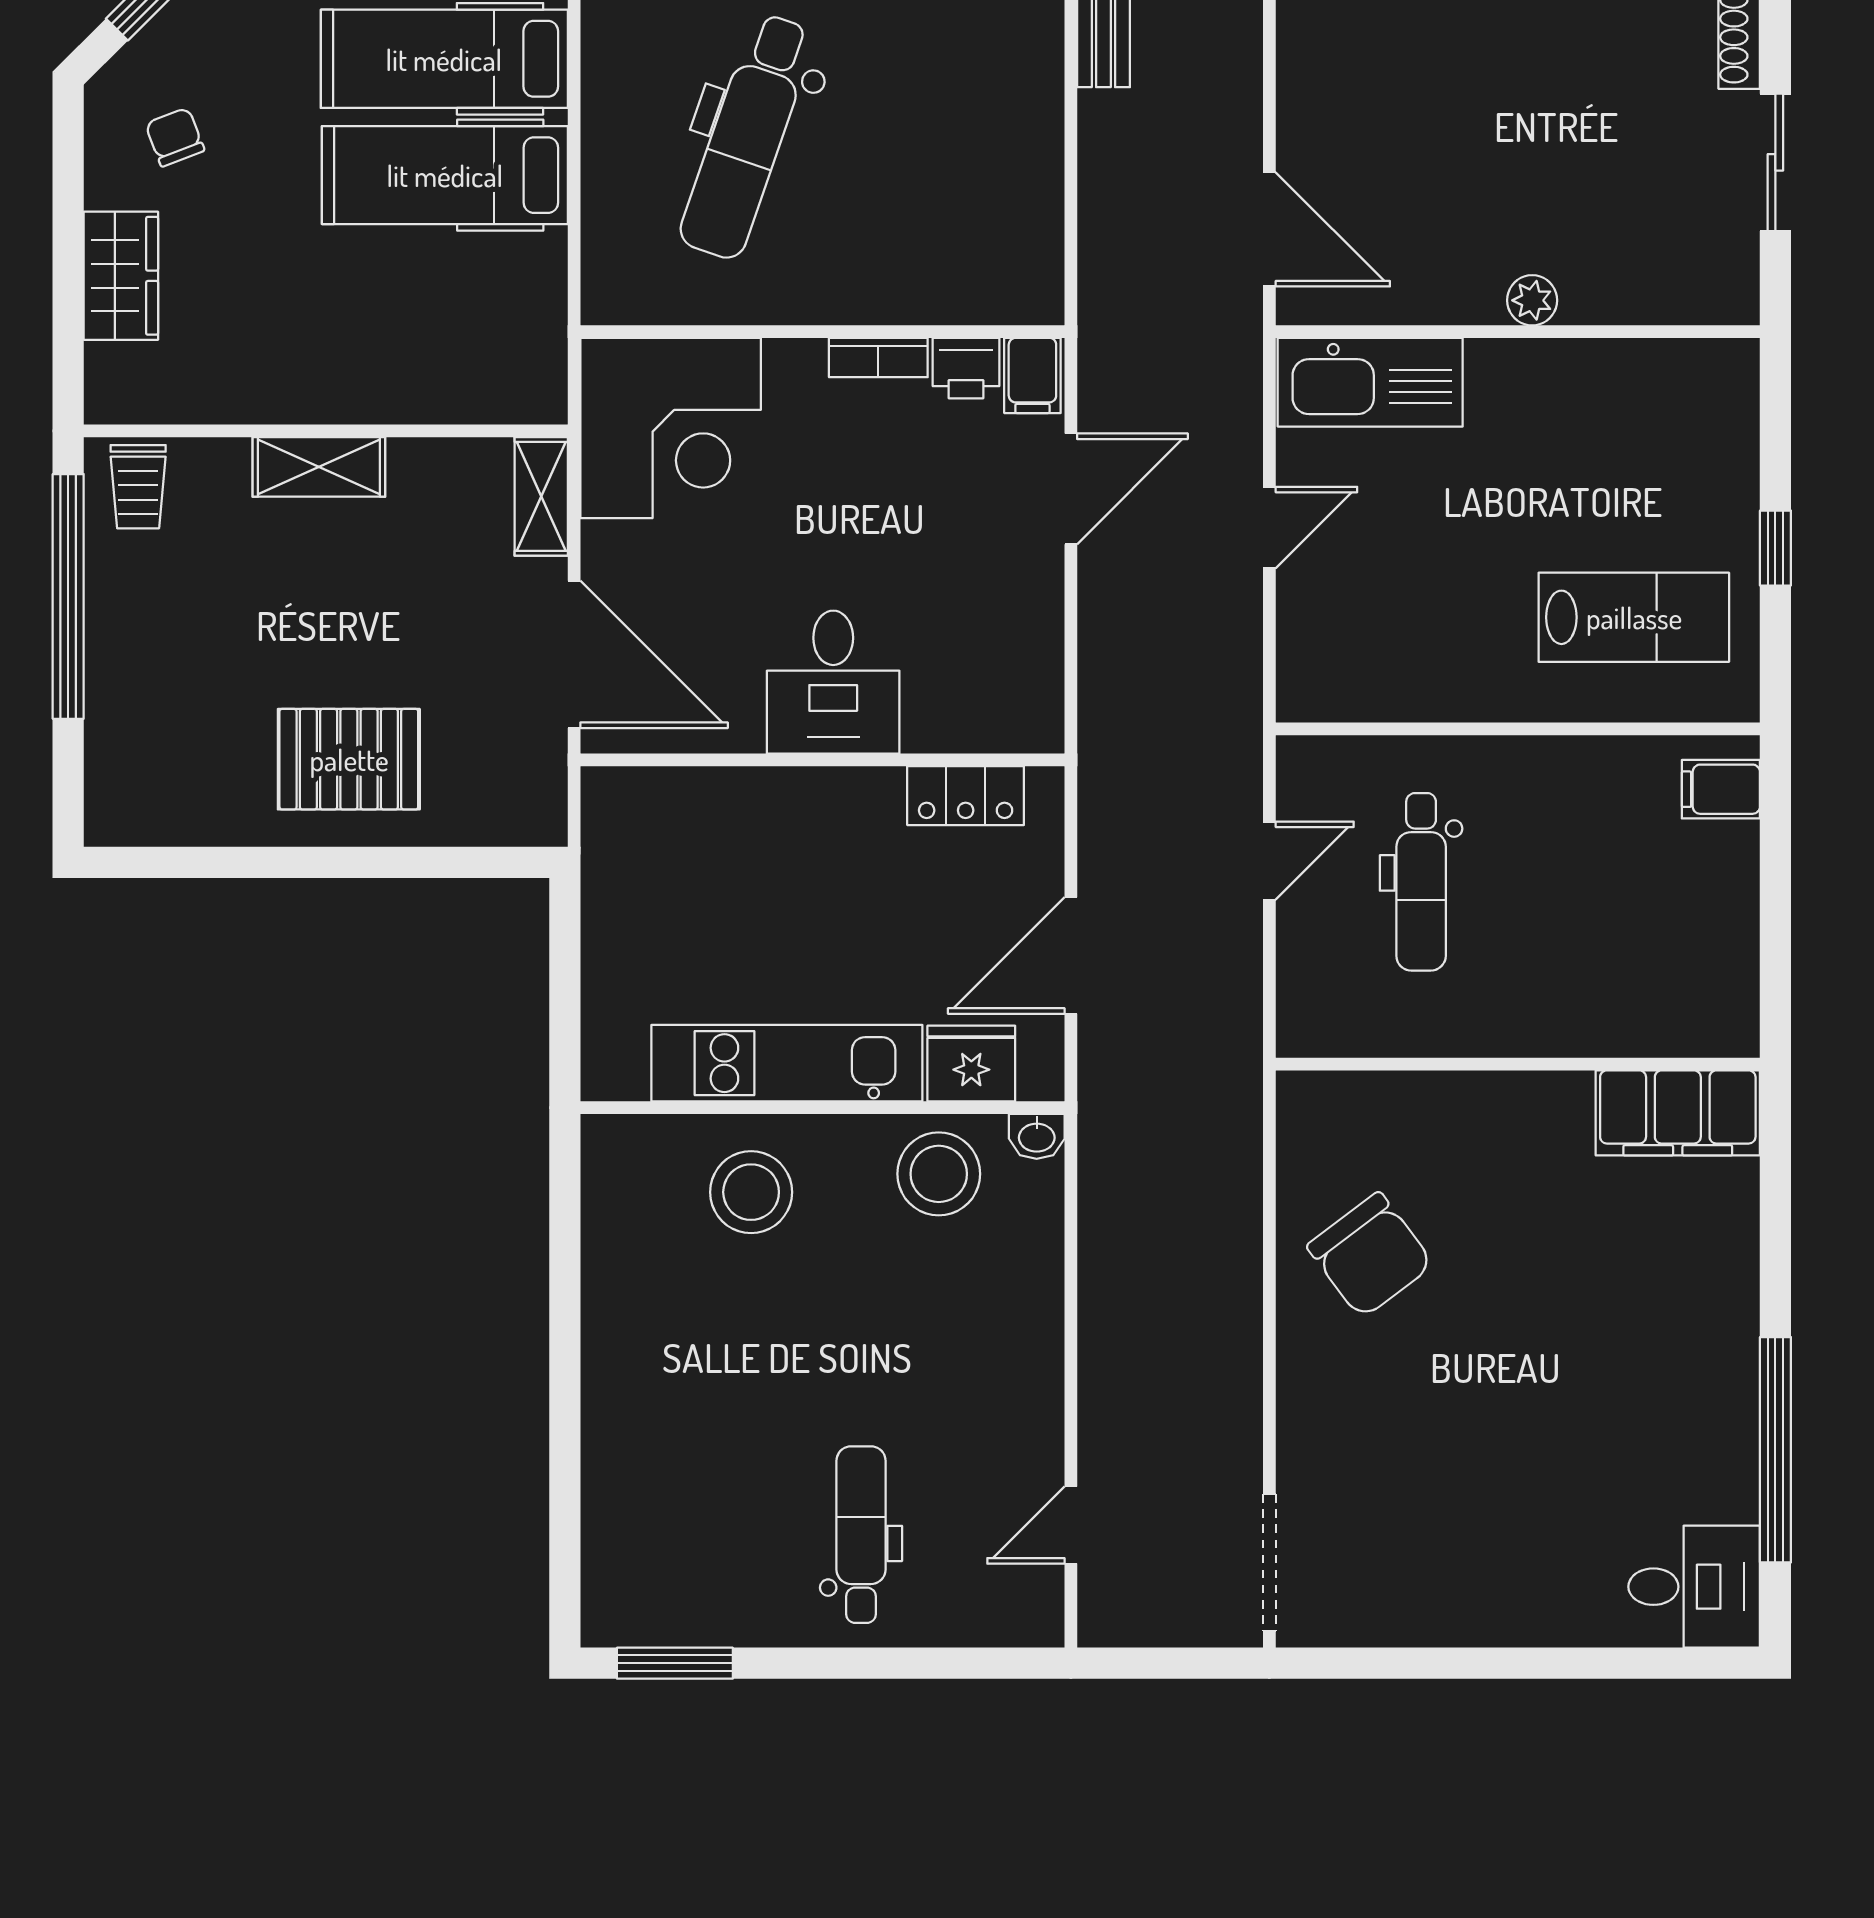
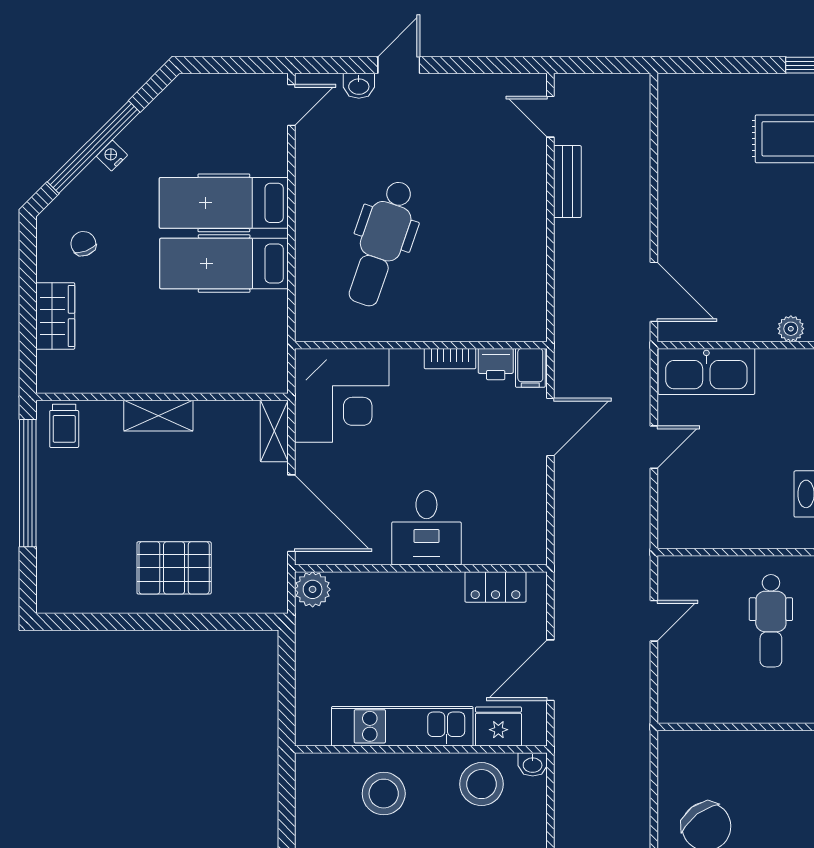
plant: (615, 800) -> (313, 589), added
dental chair: (1421, 882) -> (771, 621), moved

